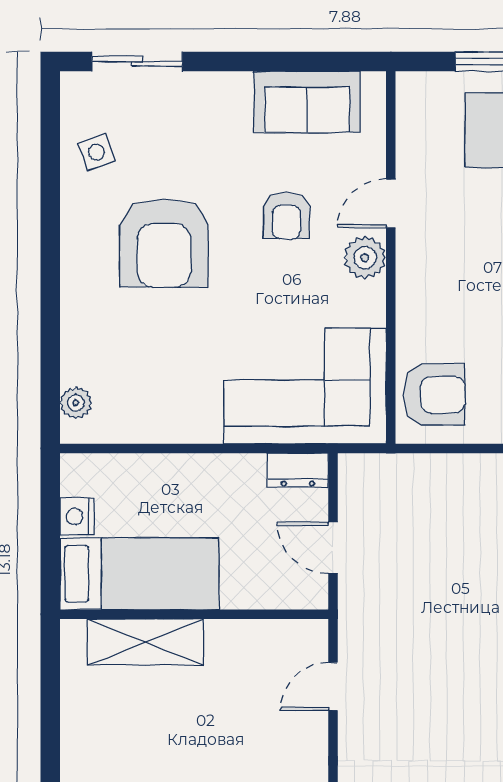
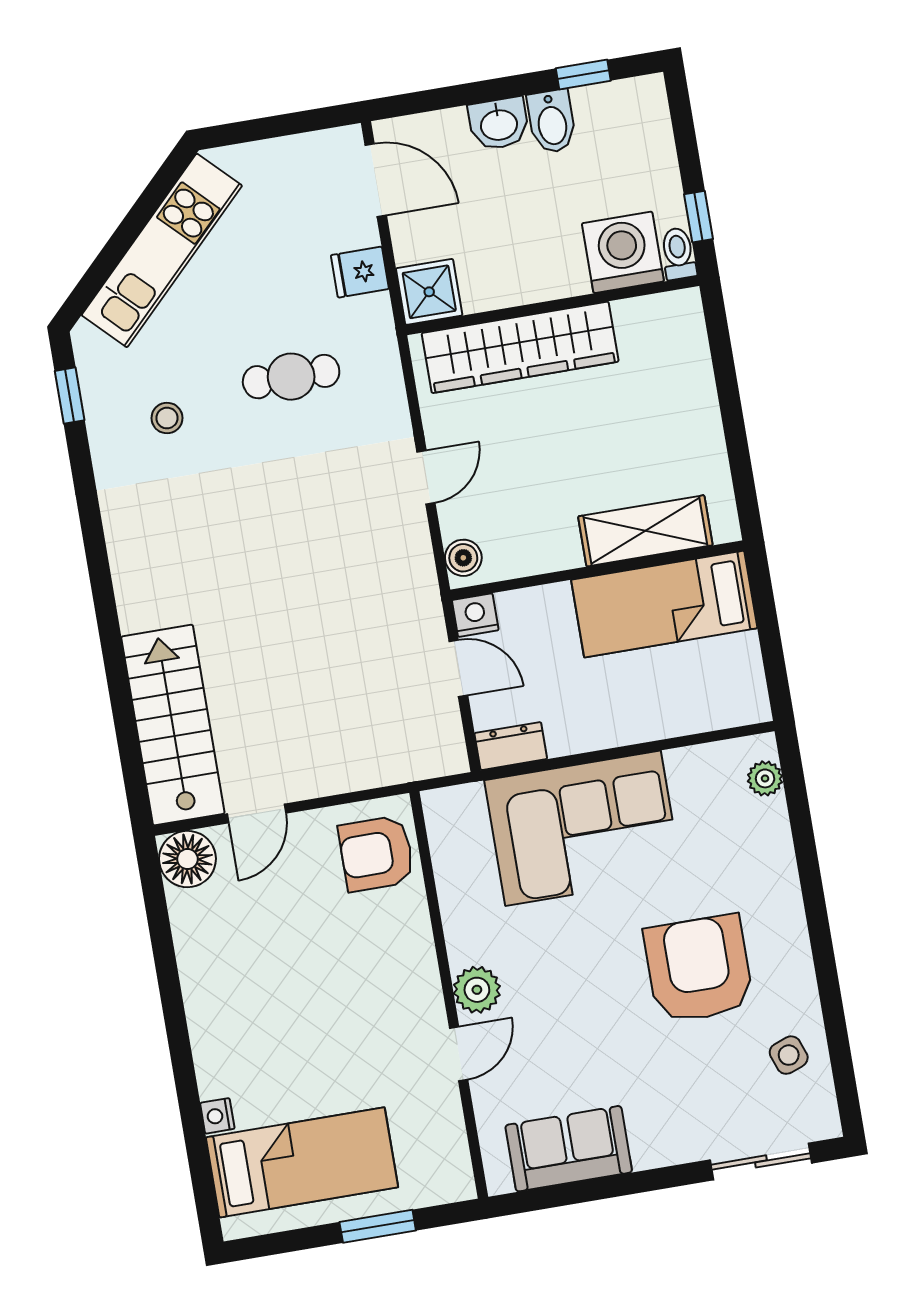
armchair: (286, 215) -> (570, 1021), removed
corner sofa: (305, 386) -> (583, 828), moved
nightstand: (77, 516) -> (475, 615), moved, turned -90
boiler: (312, 645) -> (463, 558), added
door: (333, 686) -> (426, 477), moved

